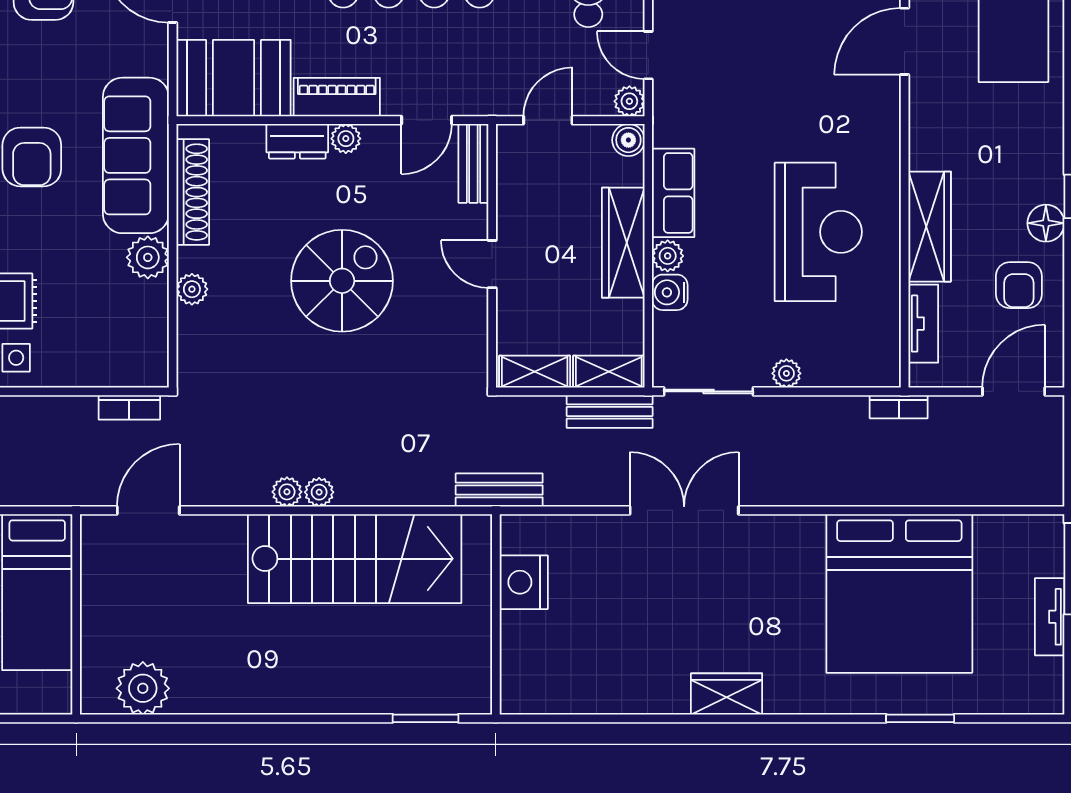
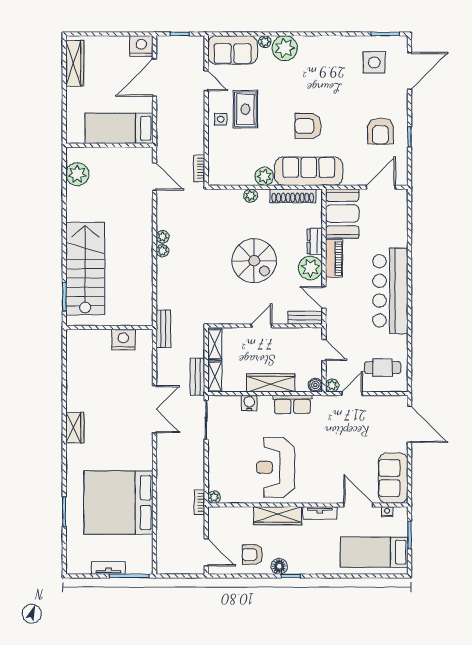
plant: (346, 139) -> (310, 268), width x1.88, depth x1.88
reception desk: (818, 232) -> (275, 467), turned 90
plant: (668, 256) -> (265, 402), removed
tv unit: (923, 324) -> (320, 513), moved
plant: (786, 373) -> (214, 497), moved
stairs: (355, 559) -> (85, 269), moved, turned 180

